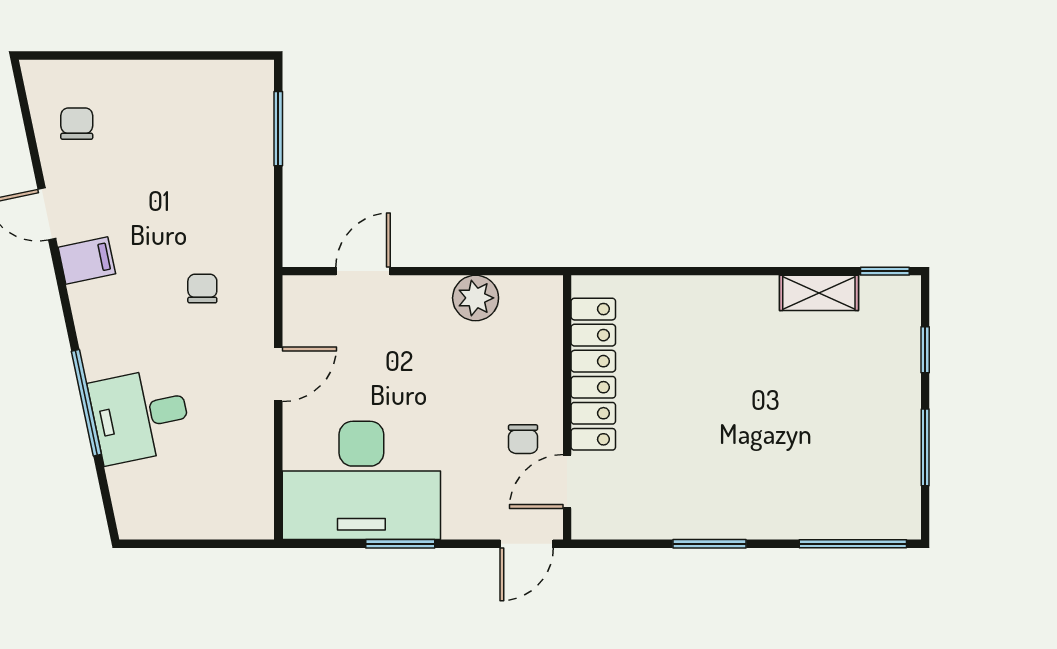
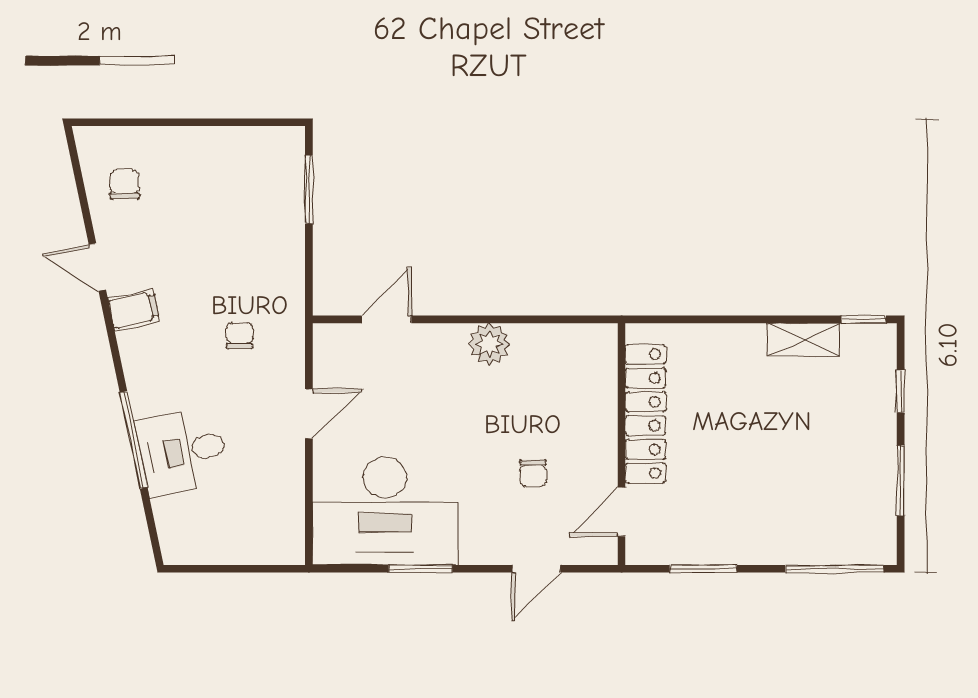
locker: (593, 374) -> (645, 414), moved
wall: (567, 407) -> (622, 444), moved
door: (567, 482) -> (622, 512), moved

